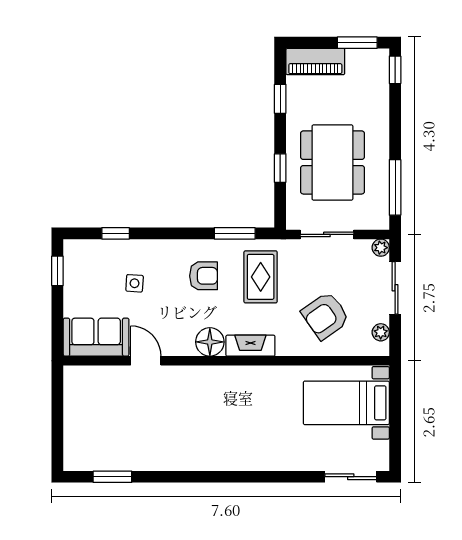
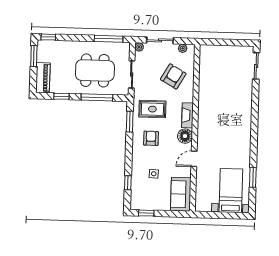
window: (280, 168) -> (97, 97), width x2.17
armchair: (325, 316) -> (173, 76), turned -115
door: (146, 361) -> (194, 159), moved
bed with nightstands: (346, 403) -> (231, 191), moved, turned 180
window: (112, 477) -> (253, 177), moved

